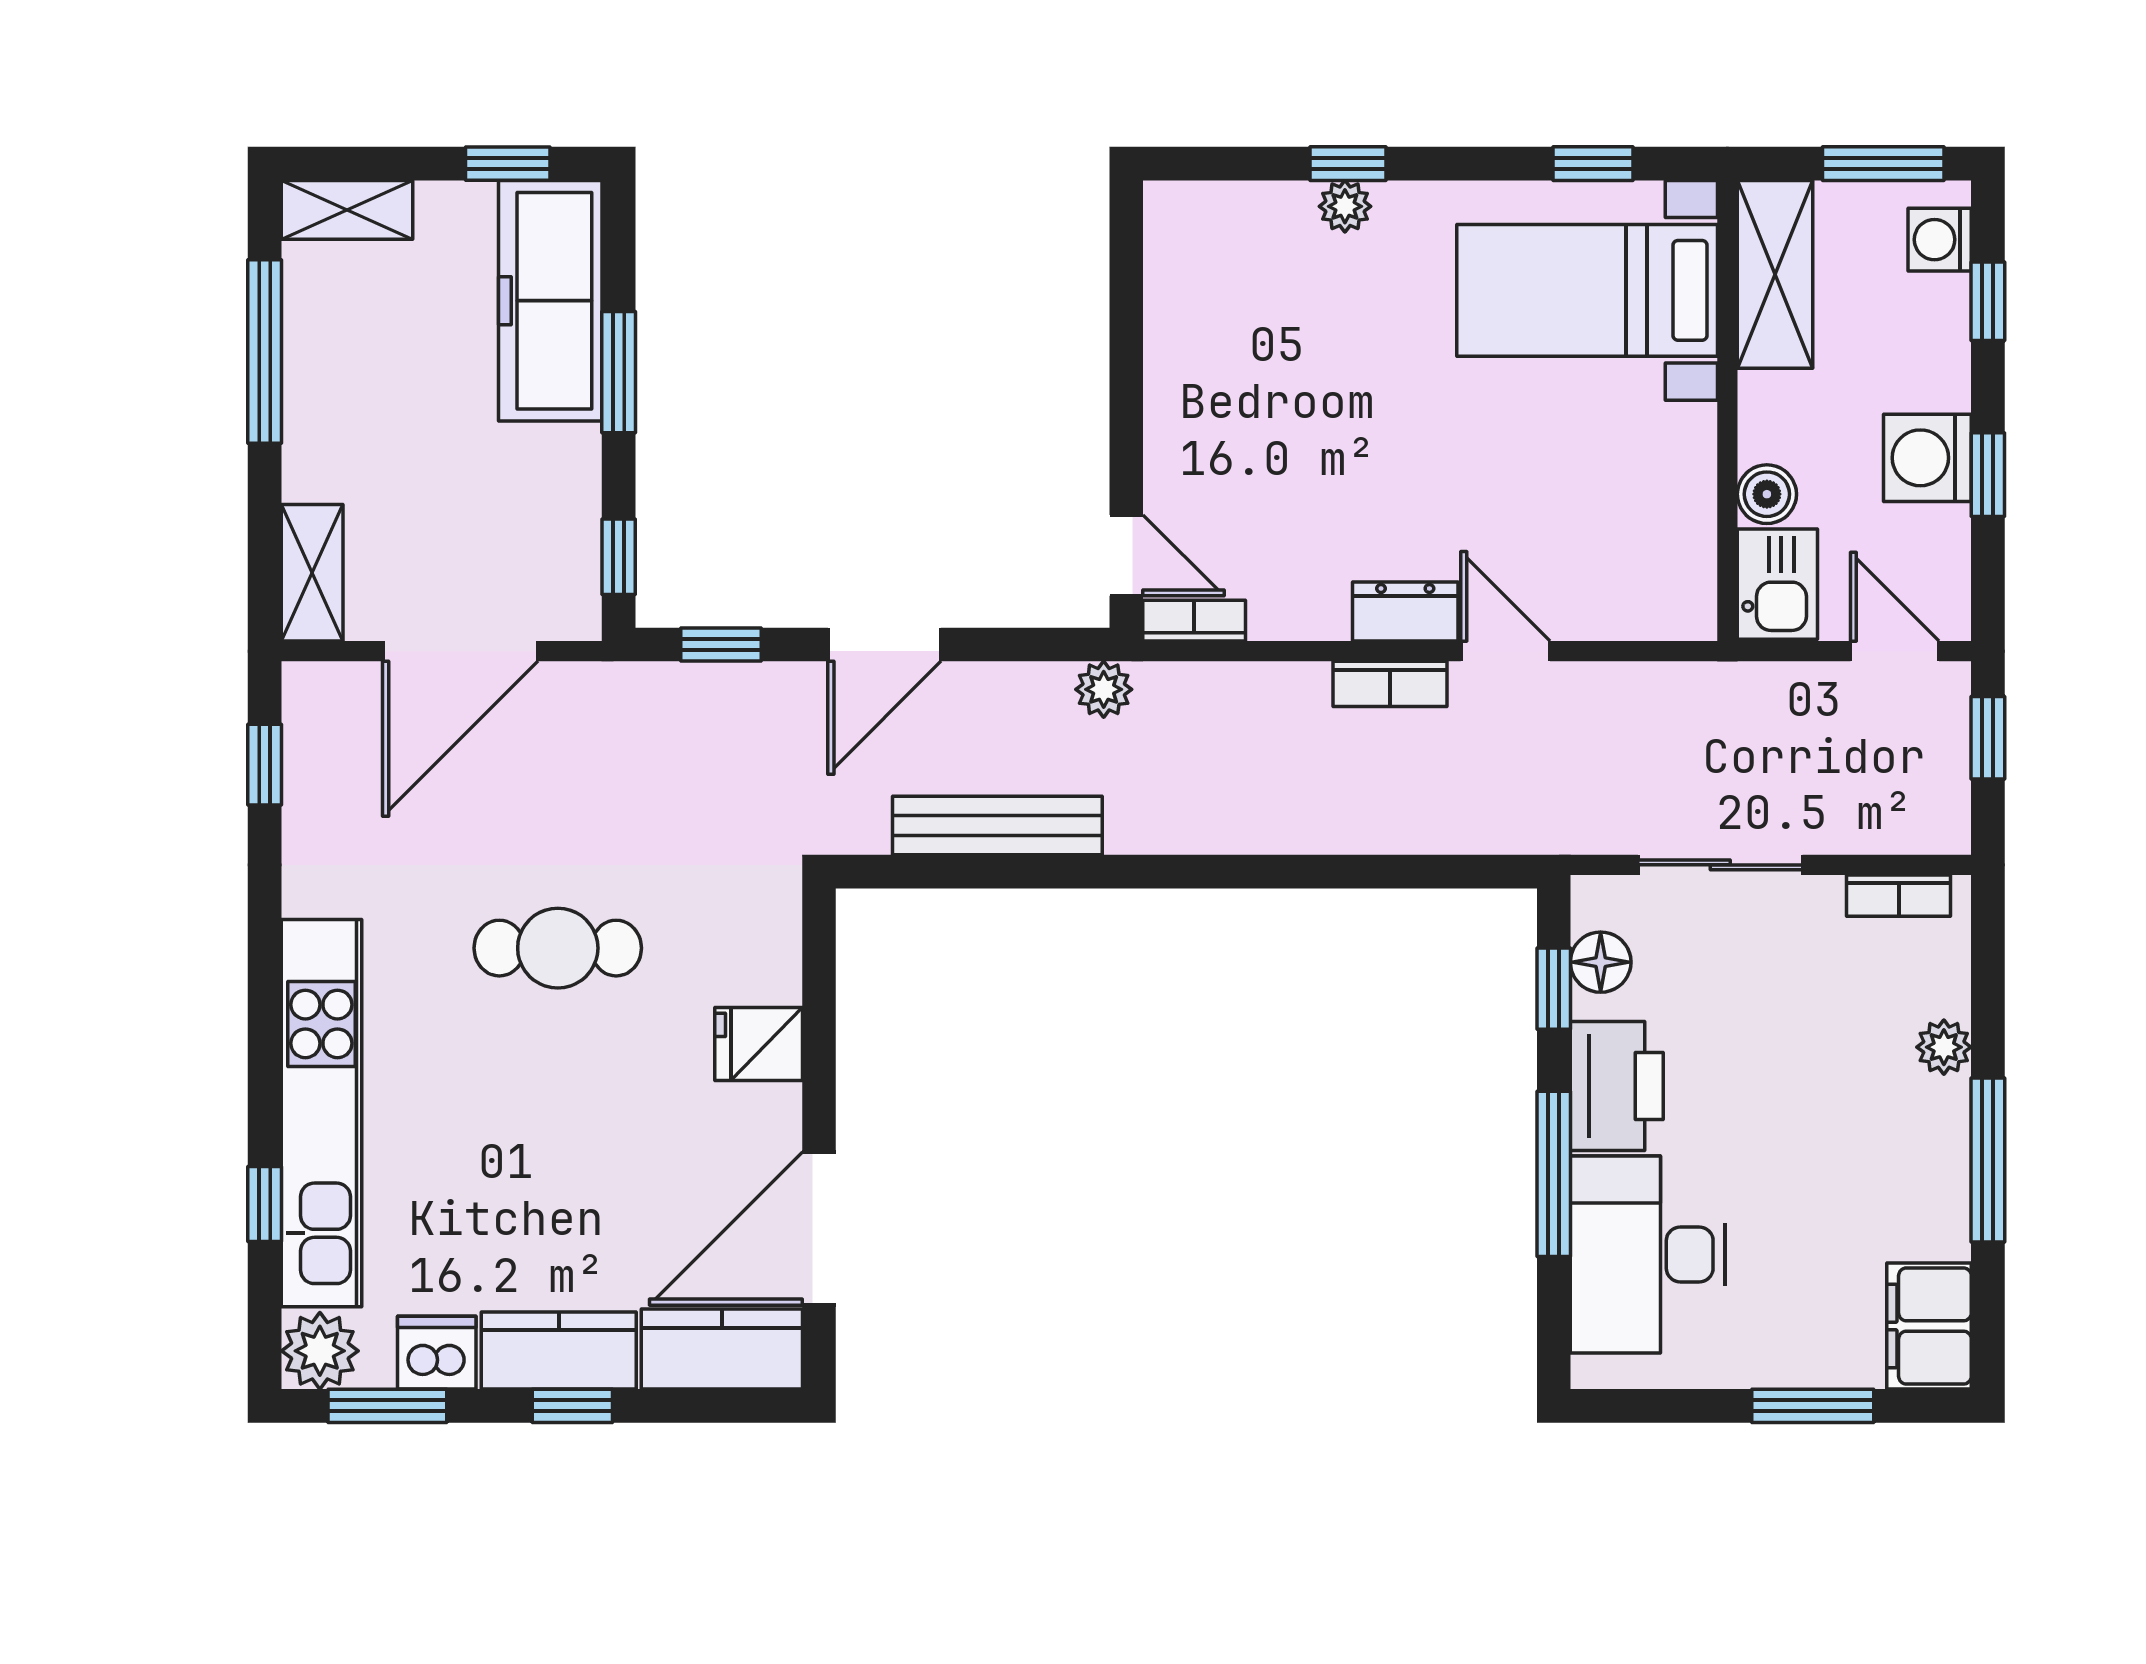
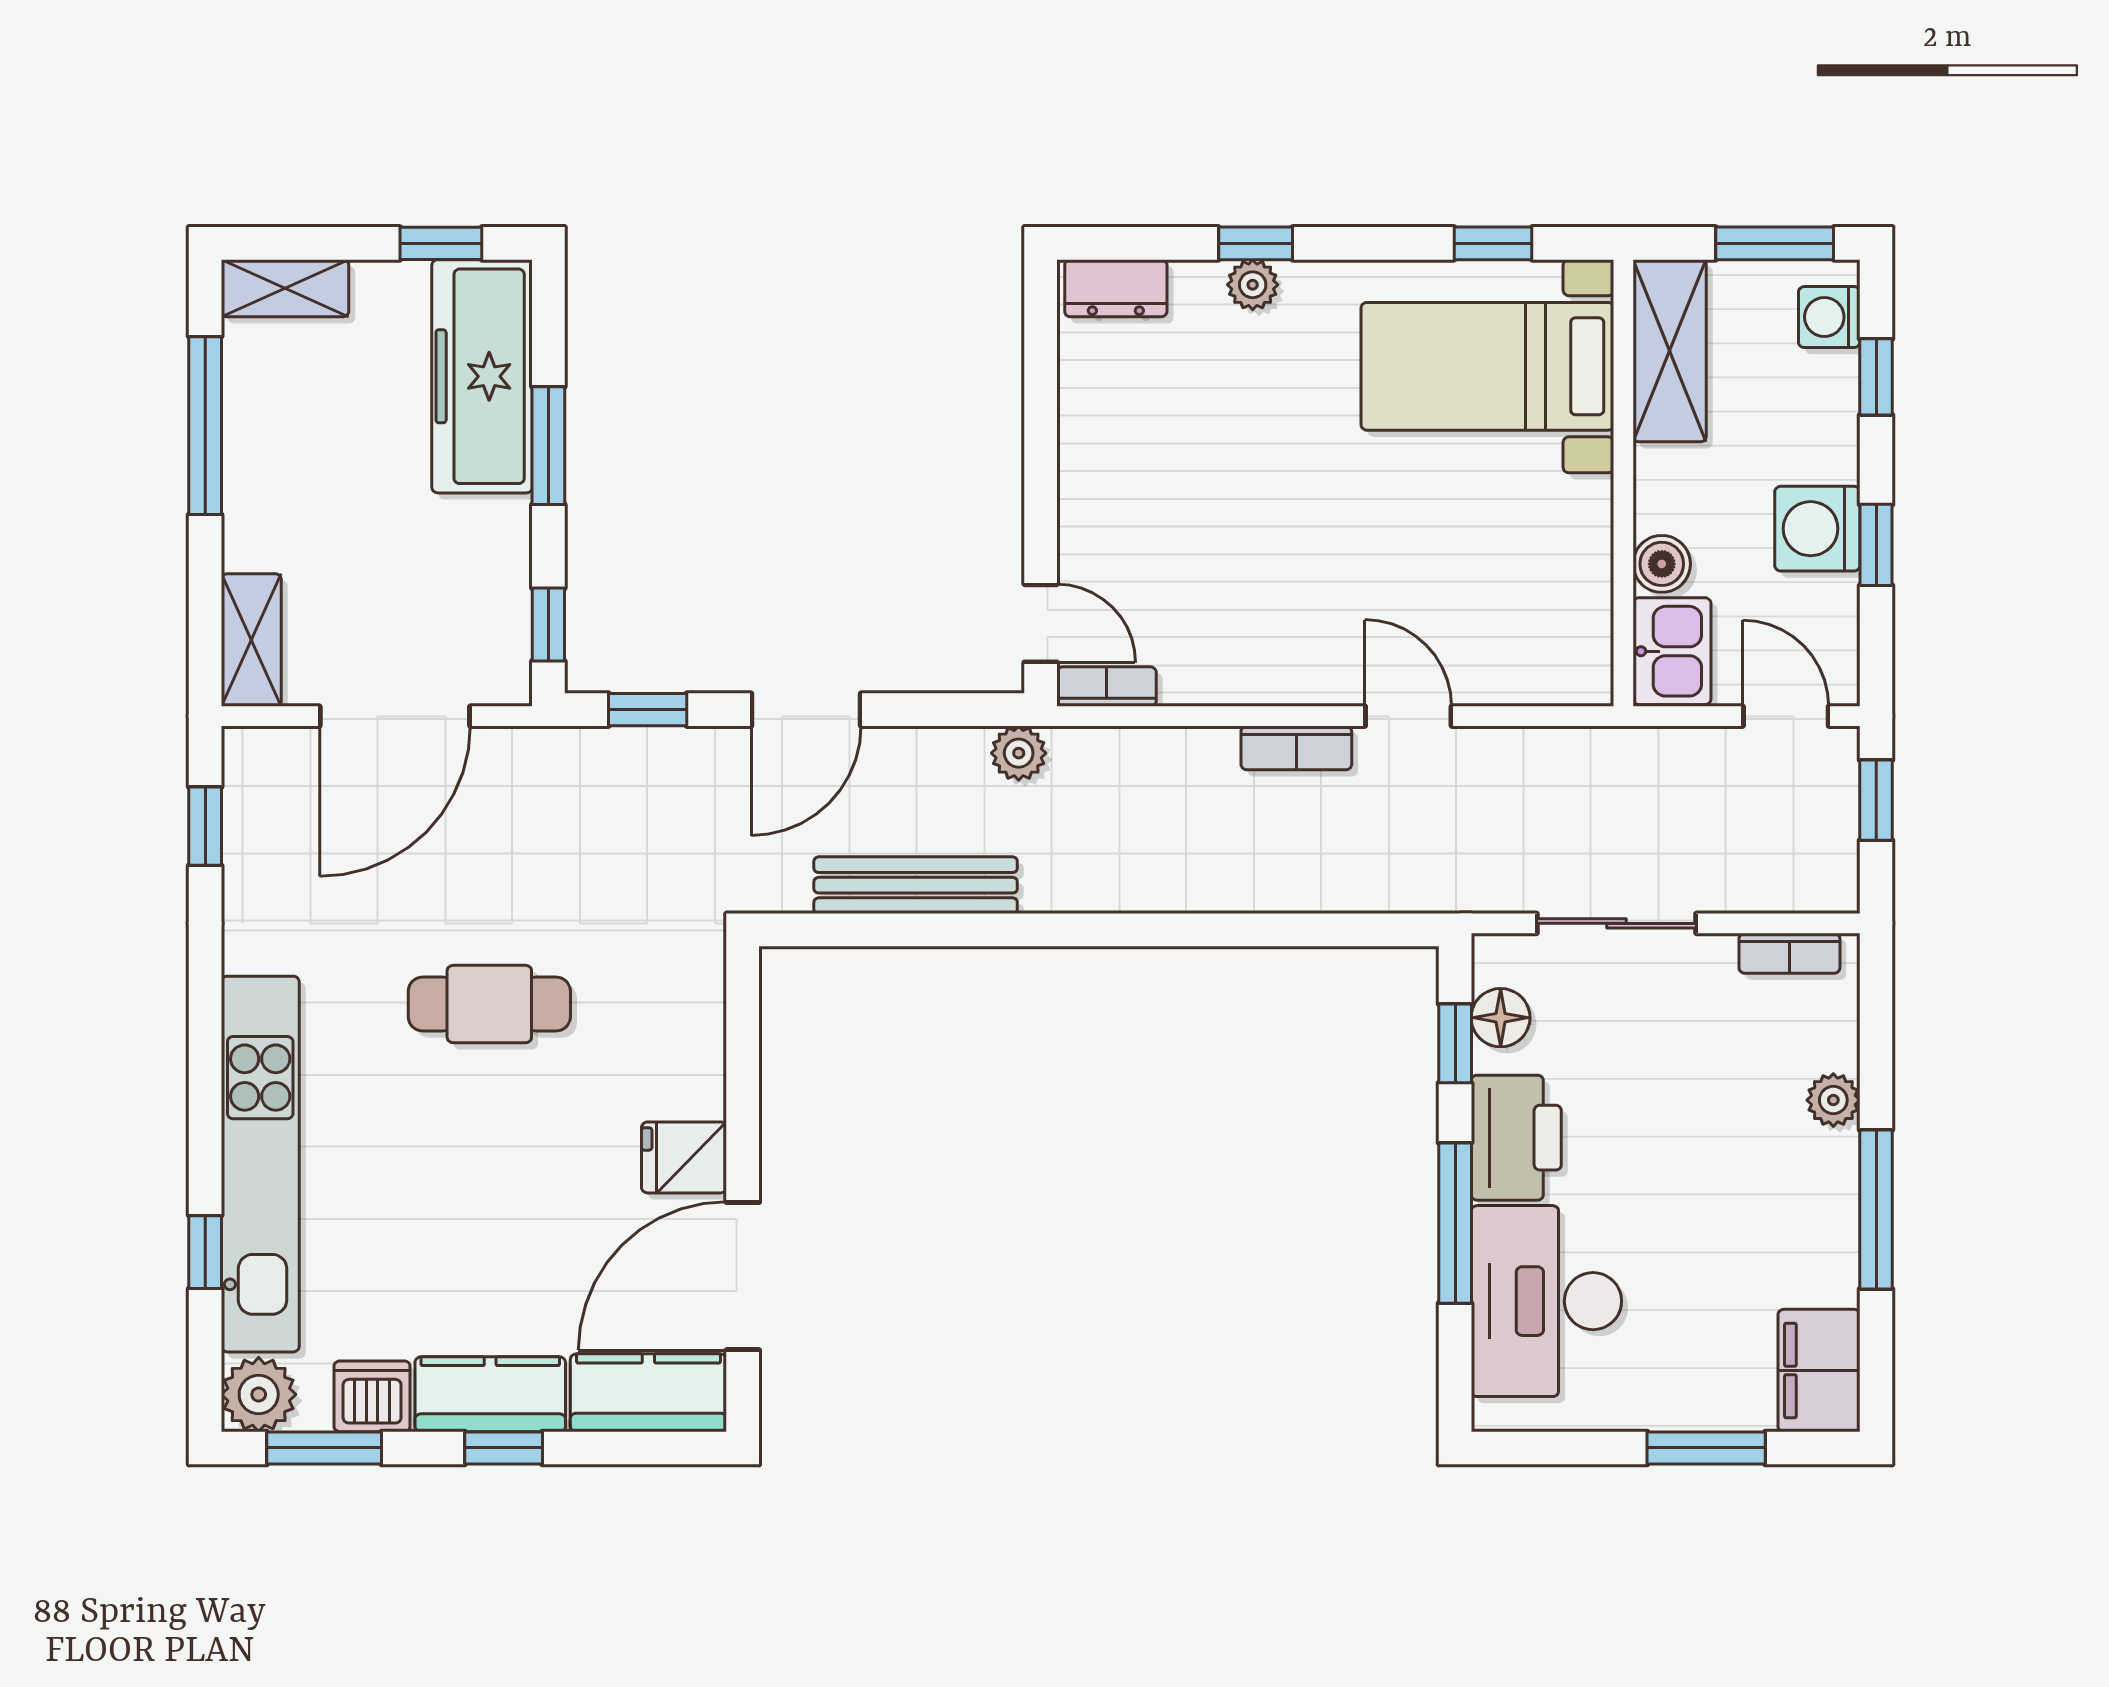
dresser: (1405, 612) -> (1116, 288), moved, turned 180
fridge: (759, 1044) -> (684, 1157), moved

